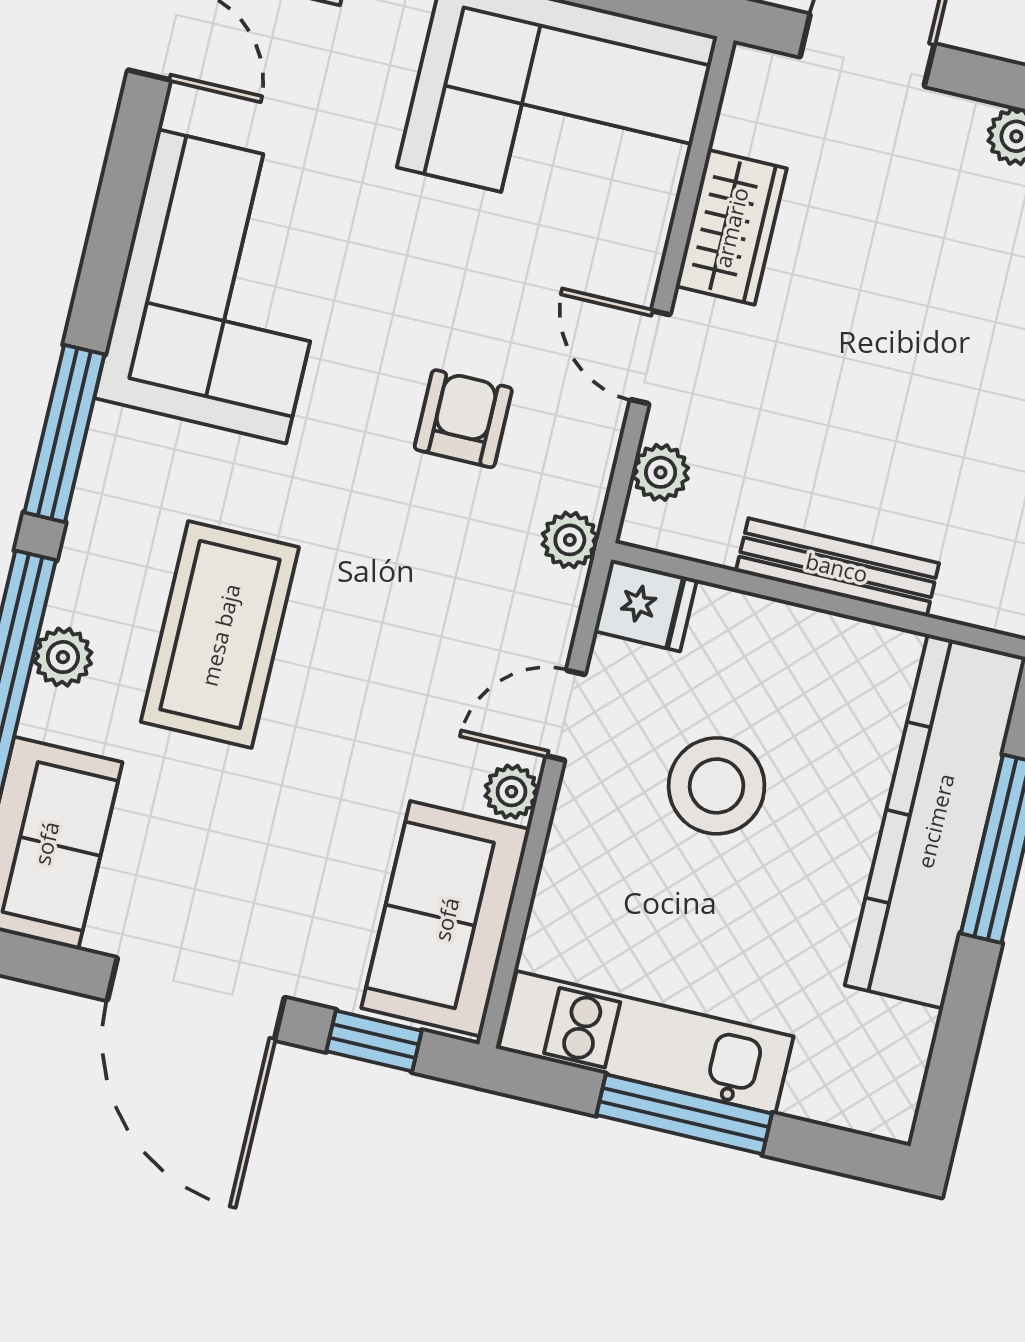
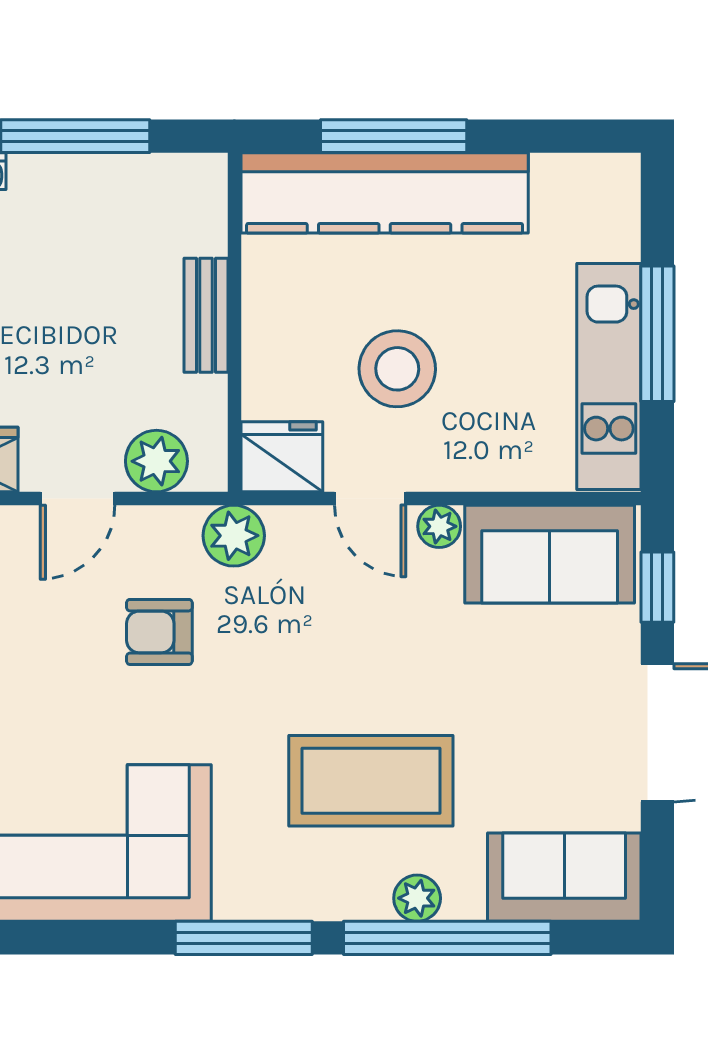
plant: (661, 472) -> (156, 461), width x1.38, depth x1.38
plant: (570, 540) -> (234, 536), width x1.38, depth x1.38
bench: (837, 567) -> (206, 315), width x0.73
fridge: (646, 605) -> (282, 457), width x1.38

